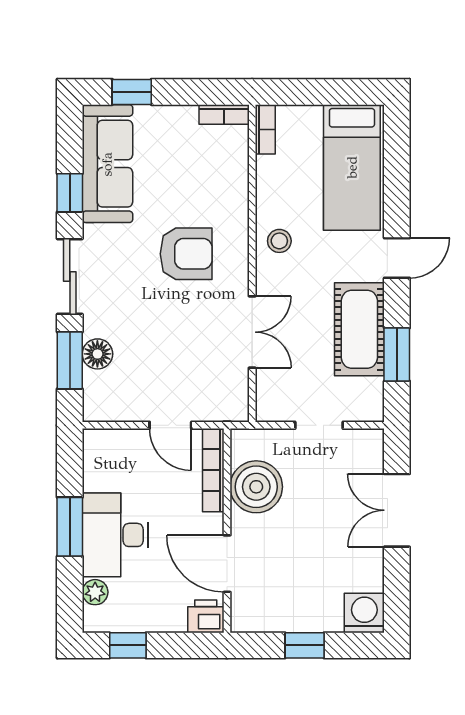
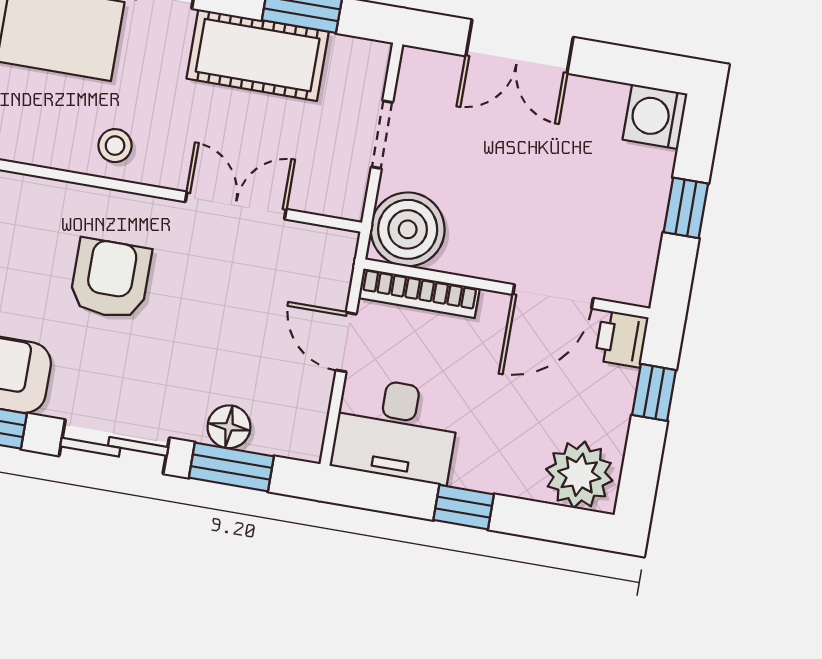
door: (170, 425) -> (346, 342), swing flipped
boiler: (256, 487) -> (408, 229), moved
window: (70, 527) -> (464, 507), width x0.67
desk: (115, 535) -> (396, 430), moved
plant: (95, 592) -> (579, 475), width x1.88, depth x1.88
window: (128, 645) -> (654, 392), moved

